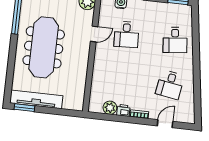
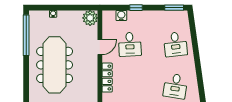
locker: (98, 67) -> (107, 78), added

